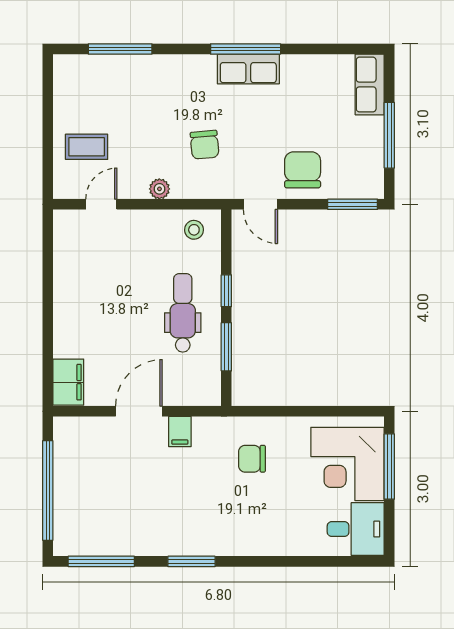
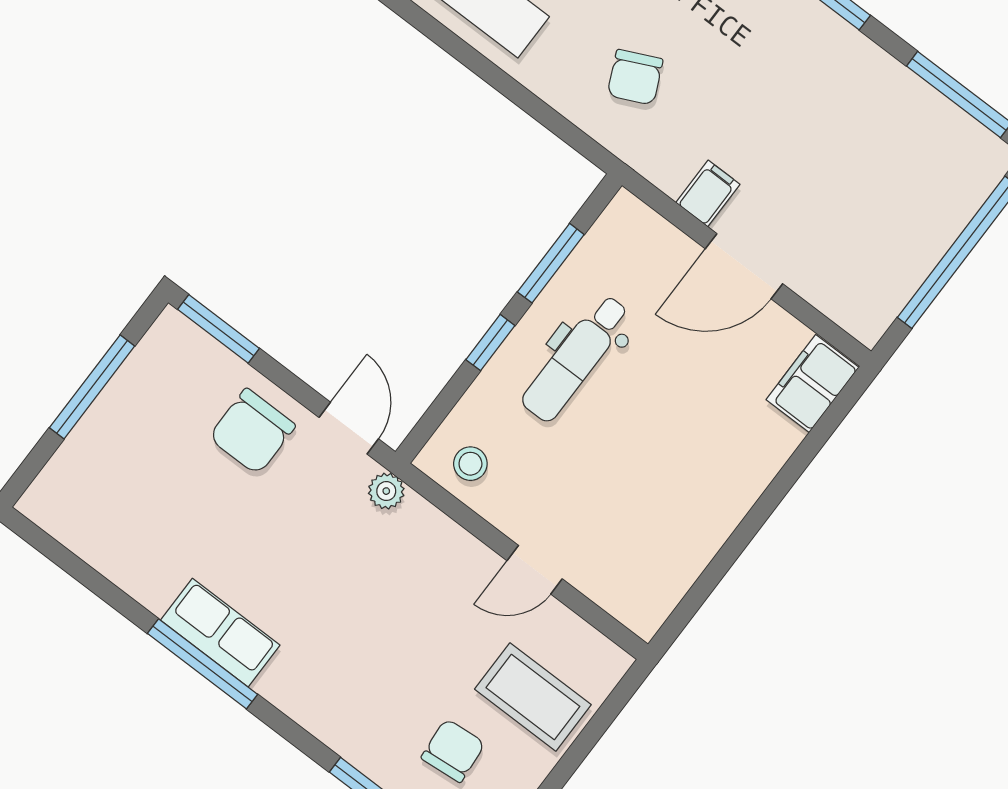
row of seats: (370, 85) -> (65, 480), removed
chair: (205, 145) -> (453, 751), moved
coffee table: (87, 147) -> (533, 697), width x1.36, depth x1.30
plant: (159, 189) -> (386, 491), moved
door: (101, 204) -> (535, 570), moved
chair: (252, 459) -> (635, 77), turned 65

